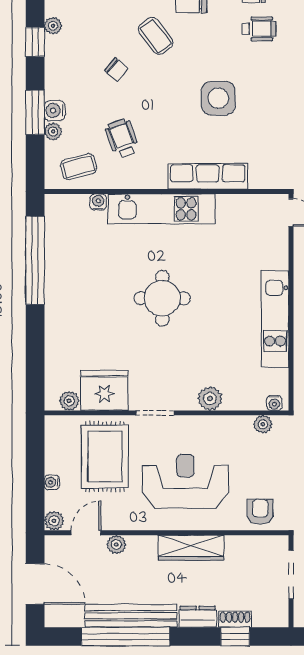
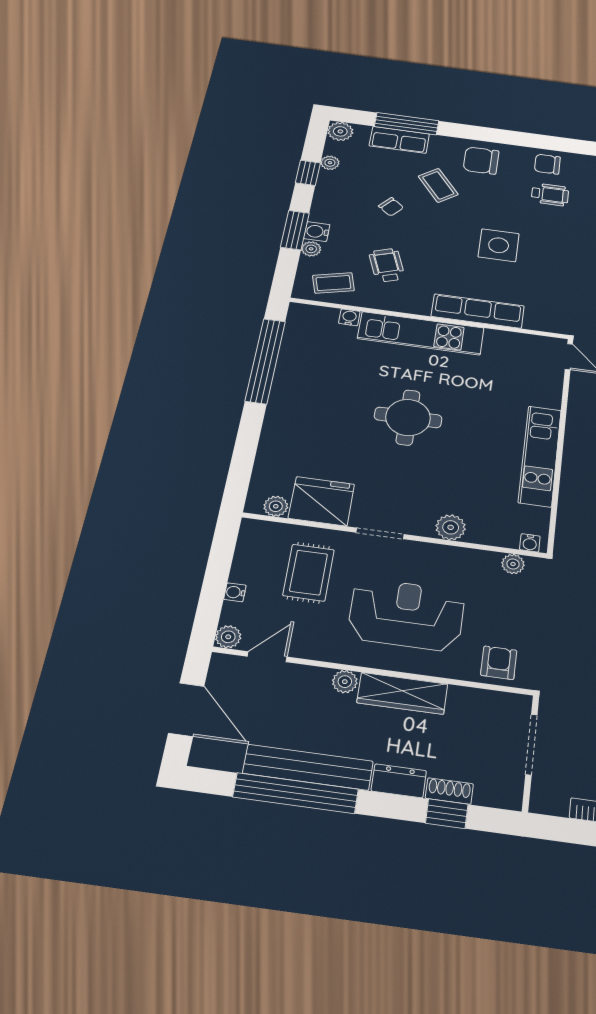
rug: (105, 457) -> (309, 573), width x0.73, depth x0.70
plant: (116, 545) -> (345, 682), moved

